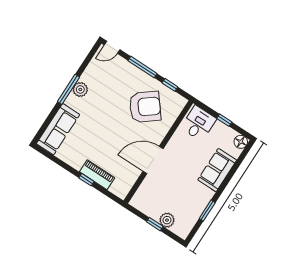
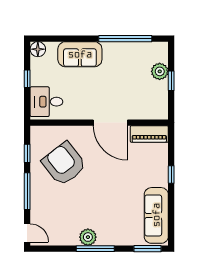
window: (44, 127) -> (147, 249), added
sofa: (58, 129) -> (156, 215), moved, turned -90
piano: (97, 175) -> (149, 134), moved, turned -90
window: (207, 211) -> (125, 39), width x2.11

